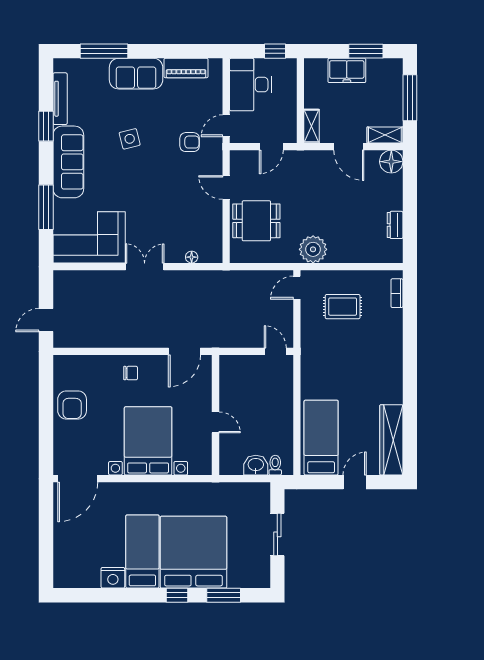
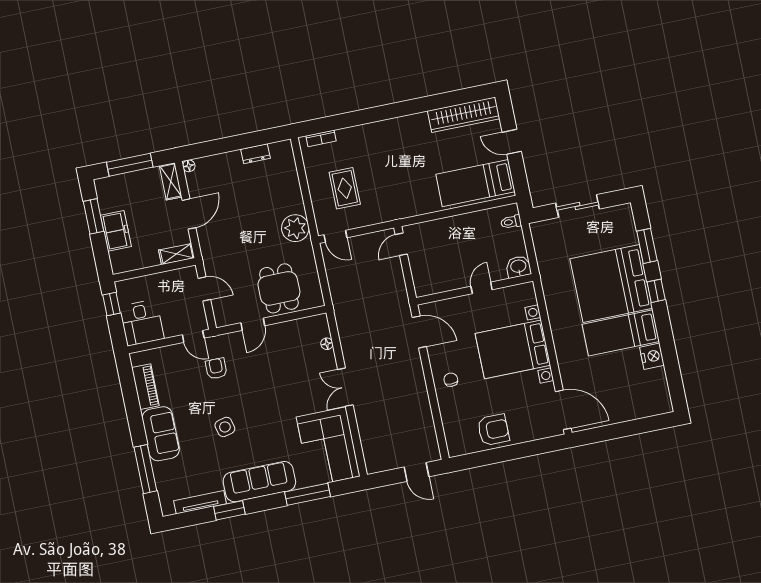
desk: (250, 85) -> (142, 323), width x0.73
floor lamp: (391, 162) -> (189, 166), width x0.53, depth x0.53
washbasin: (256, 465) -> (518, 267), moved, turned 90

